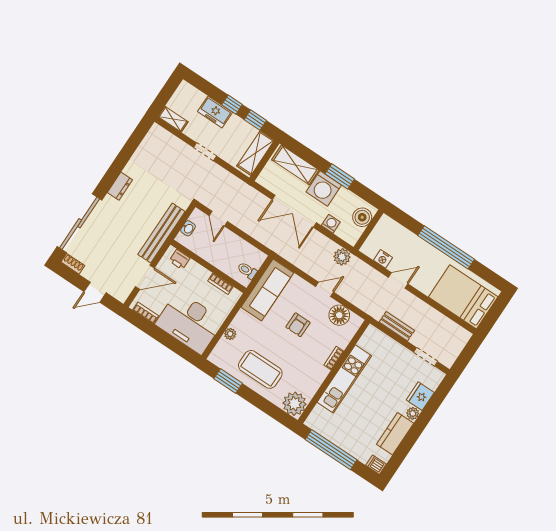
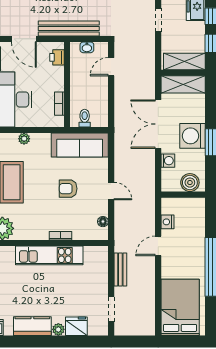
shelving: (295, 165) -> (183, 84), moved, turned 90
plant: (342, 257) -> (147, 188), removed
door: (398, 281) -> (158, 246), swing flipped
floor lamp: (339, 315) -> (103, 222), width x0.53, depth x0.53

